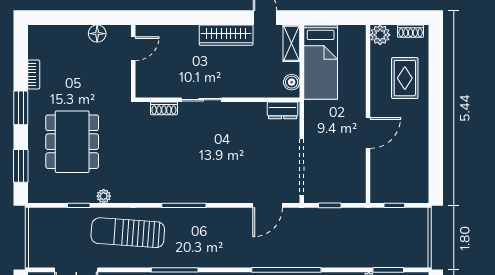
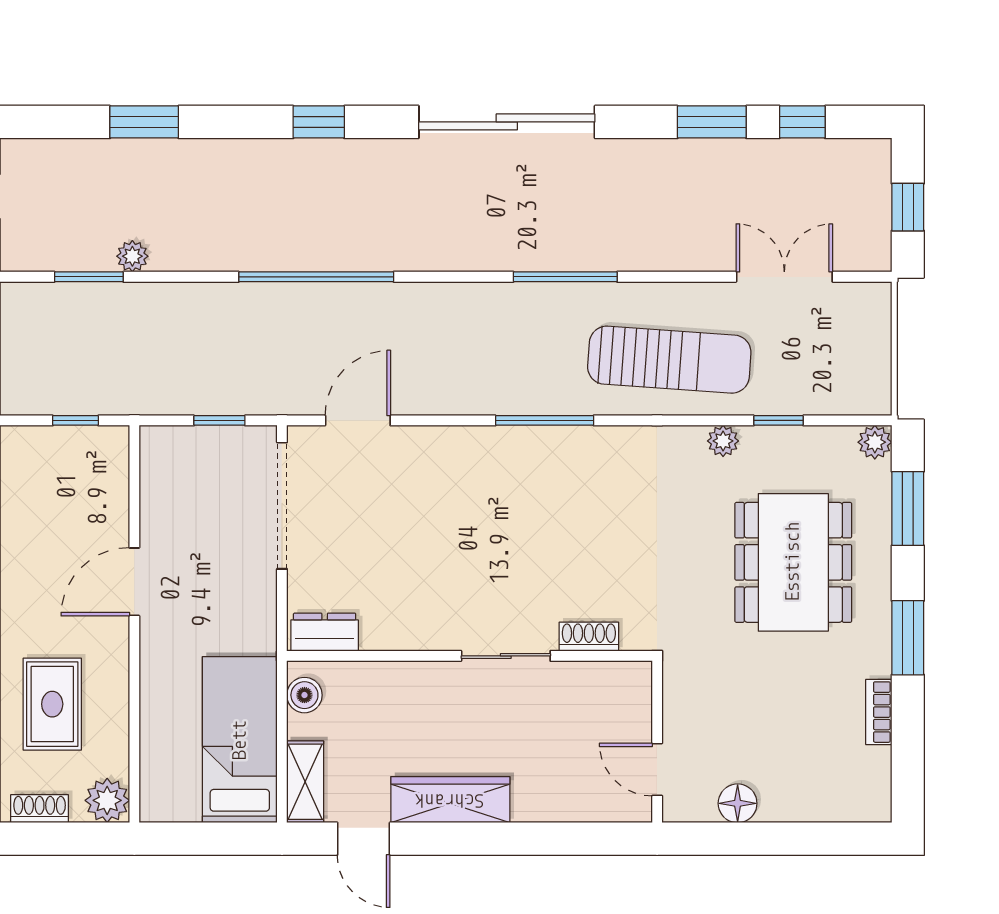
door: (133, 49) -> (657, 770), hinge flipped
plant: (36, 196) -> (875, 442), added

